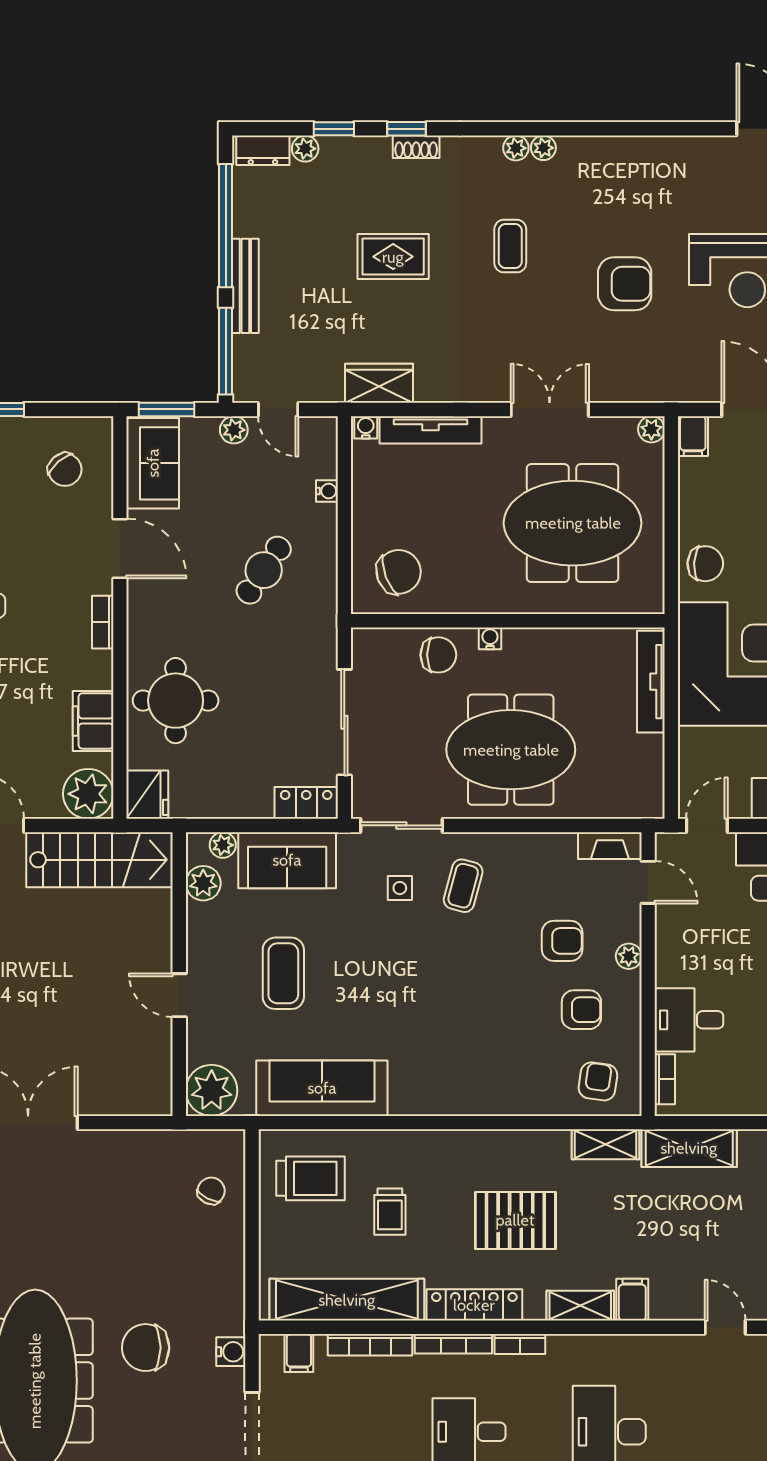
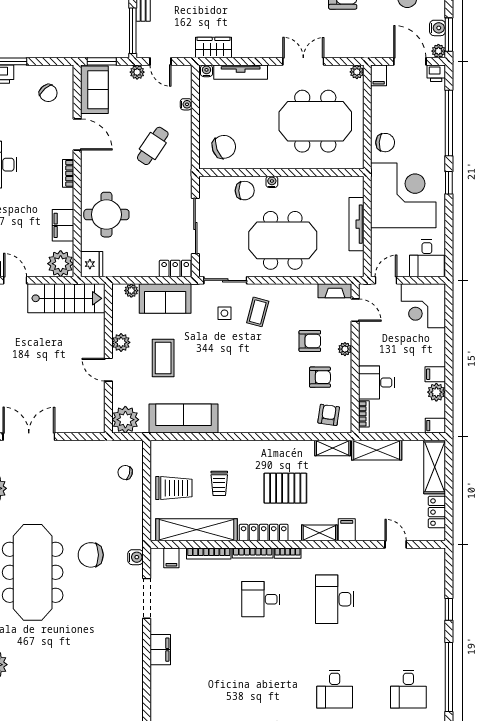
tv unit: (651, 682) -> (357, 224), moved
plant: (203, 883) -> (121, 342), moved
trolley: (311, 1178) -> (174, 488), moved
chair: (211, 1191) -> (125, 472), turned -102

